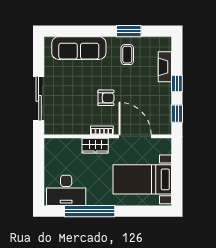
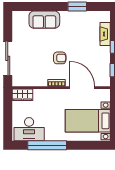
sofa: (79, 48) -> (44, 20), width x0.73
coffee table: (127, 55) -> (76, 25), removed
wardrobe: (95, 146) -> (22, 95), moved

